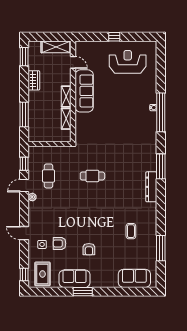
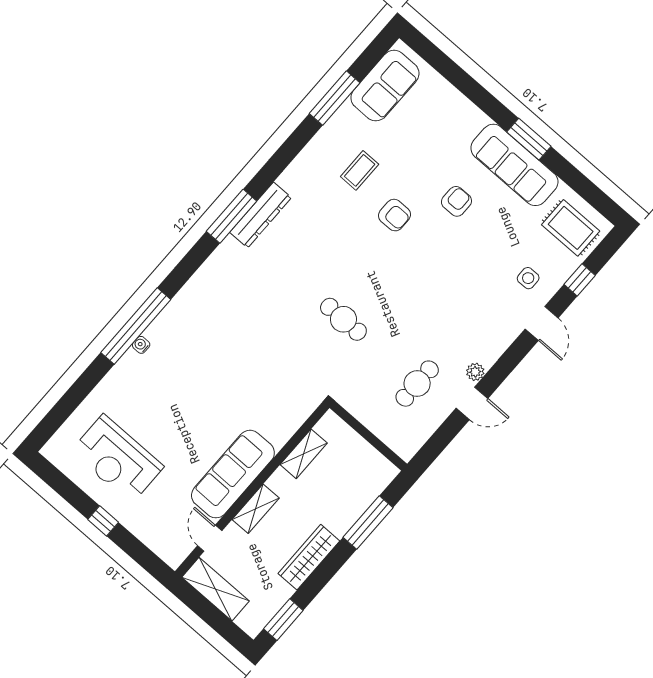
wardrobe: (34, 80) -> (309, 557), width x1.50
shelving: (66, 96) -> (256, 509), moved
window: (24, 164) -> (440, 440), removed
window: (161, 166) -> (231, 216), moved
armchair: (59, 243) -> (394, 215), moved
window: (24, 274) -> (580, 280), moved
rug: (42, 274) -> (571, 228), turned 90
sofa: (134, 278) -> (385, 86), moved, turned -90
sofa: (75, 279) -> (514, 165), width x1.36

